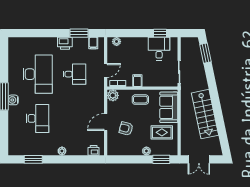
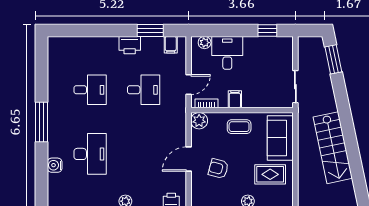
desk: (159, 49) -> (227, 53), moved
desk: (38, 74) -> (90, 90), width x0.53, depth x0.77
water cooler: (13, 100) -> (55, 165), moved

